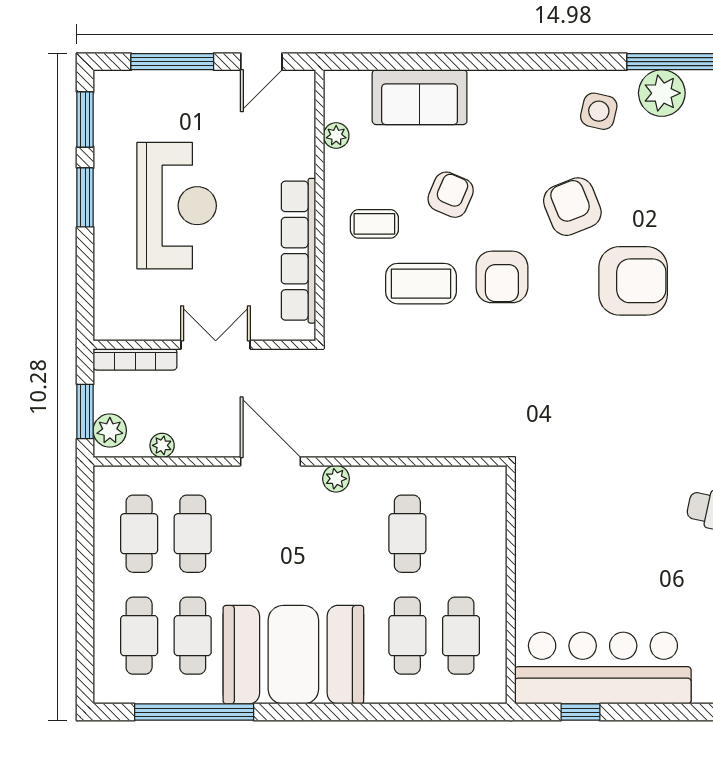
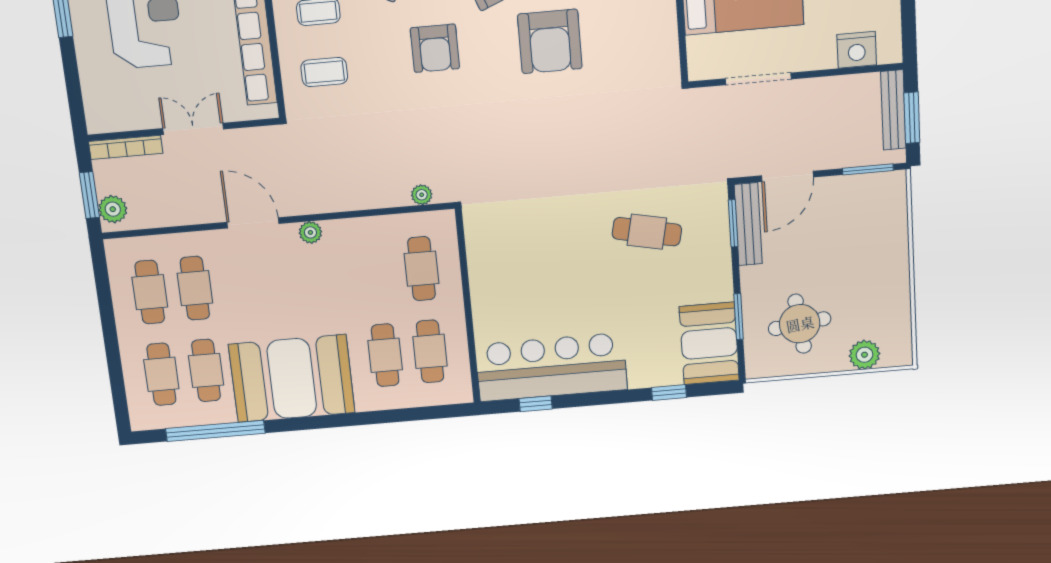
armchair: (633, 281) -> (550, 41), turned 90
coffee table: (421, 284) -> (324, 72), moved, width x0.73, depth x0.77
plant: (162, 445) -> (422, 195), moved
cafe table: (407, 534) -> (421, 269), moved

